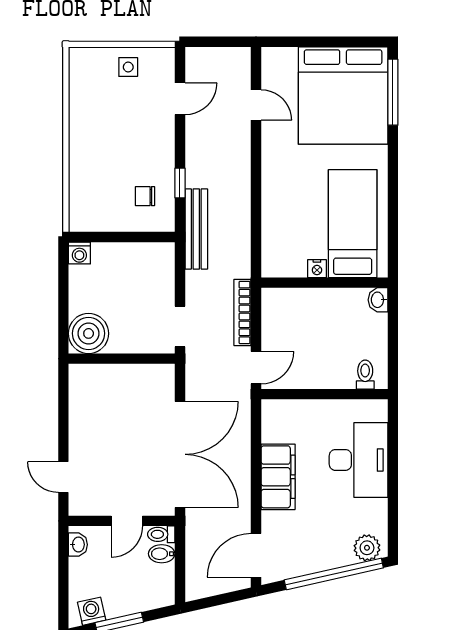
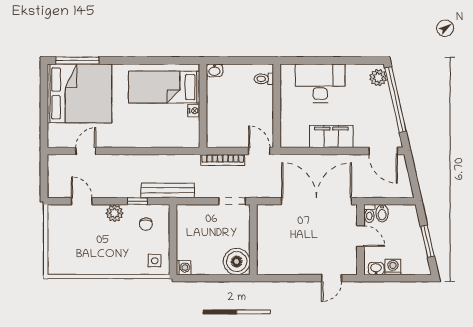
side table: (128, 67) -> (155, 261), moved
plant: (162, 149) -> (115, 213), added
washing machine: (92, 611) -> (393, 267), moved, turned 103

